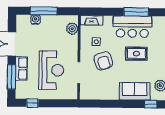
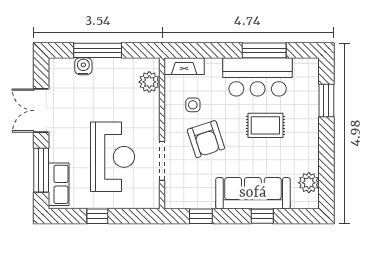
row of seats: (21, 68) -> (59, 184), moved
sofa: (135, 91) -> (253, 193), width x1.36
window: (32, 103) -> (97, 216), moved
window: (100, 104) -> (201, 216), added
window: (151, 104) -> (262, 216), moved

